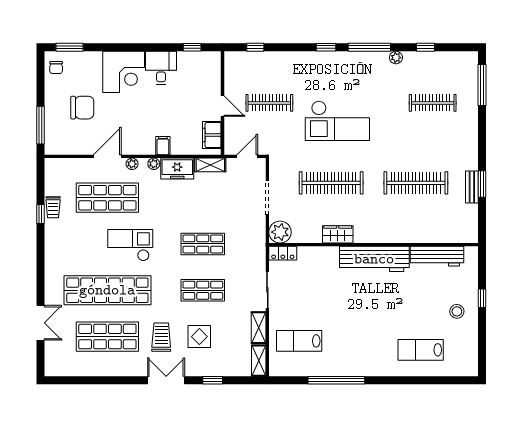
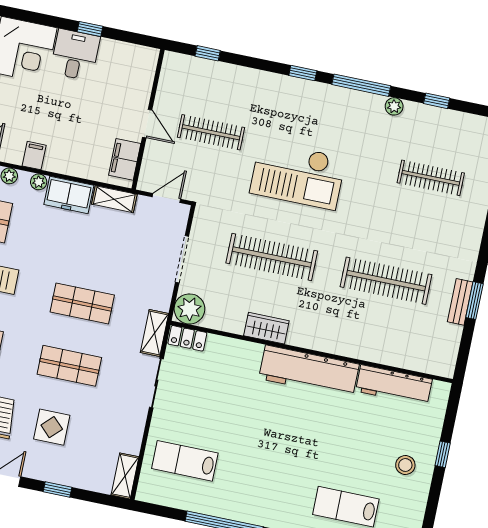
window: (192, 47) -> (90, 29), moved
filing cabinet: (163, 146) -> (34, 156), moved
shelving: (259, 328) -> (154, 333), moved

